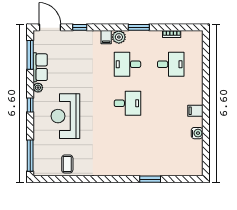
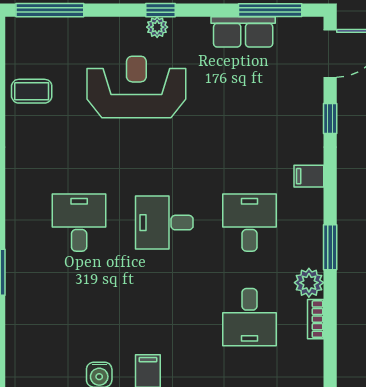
plant: (119, 37) -> (309, 283), moved
plant: (38, 88) -> (157, 27), moved
desk: (127, 103) -> (164, 223), turned 90
desk: (127, 142) -> (79, 223), added

